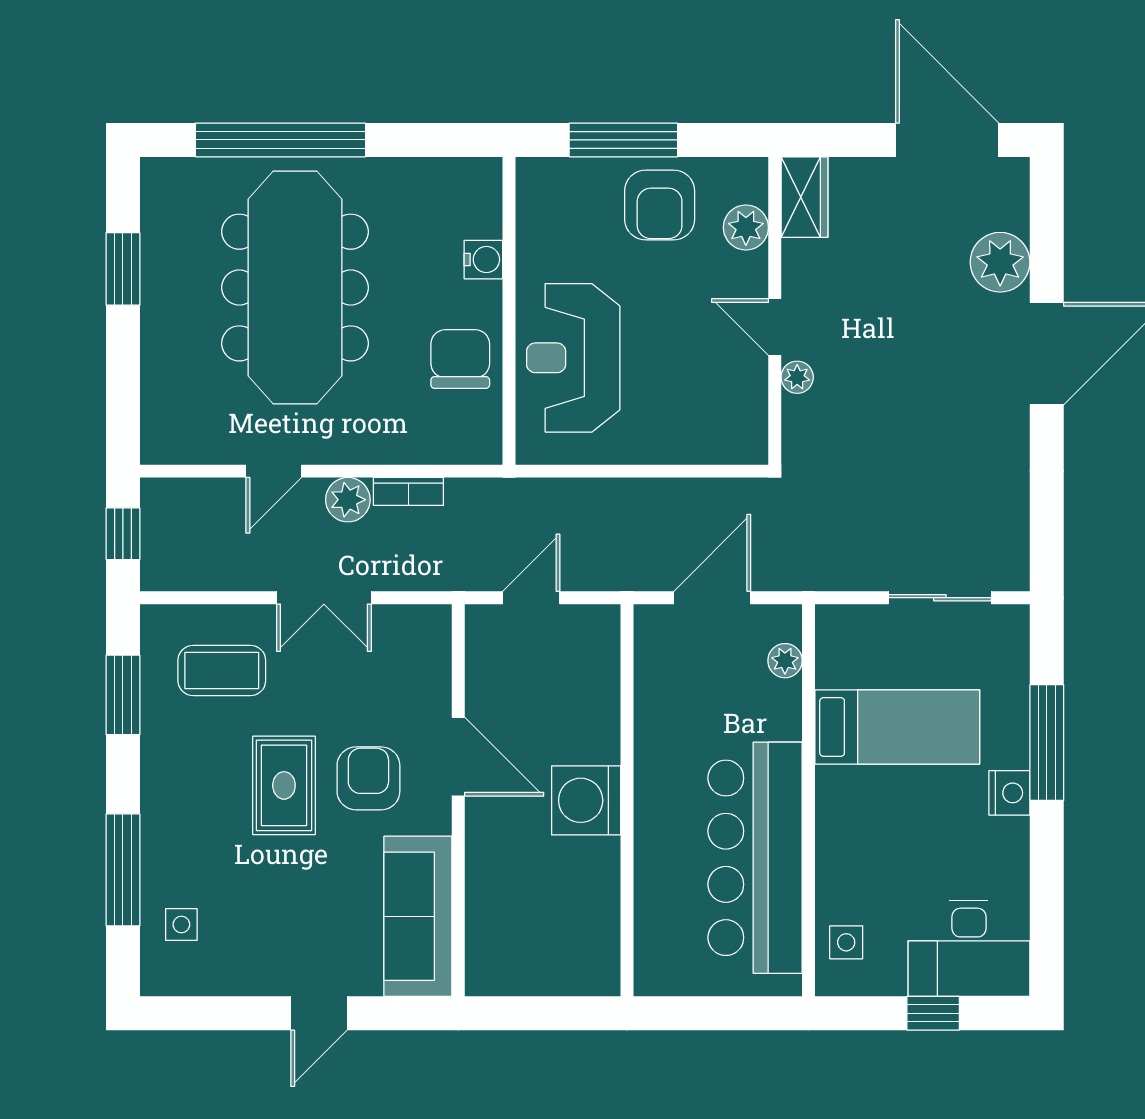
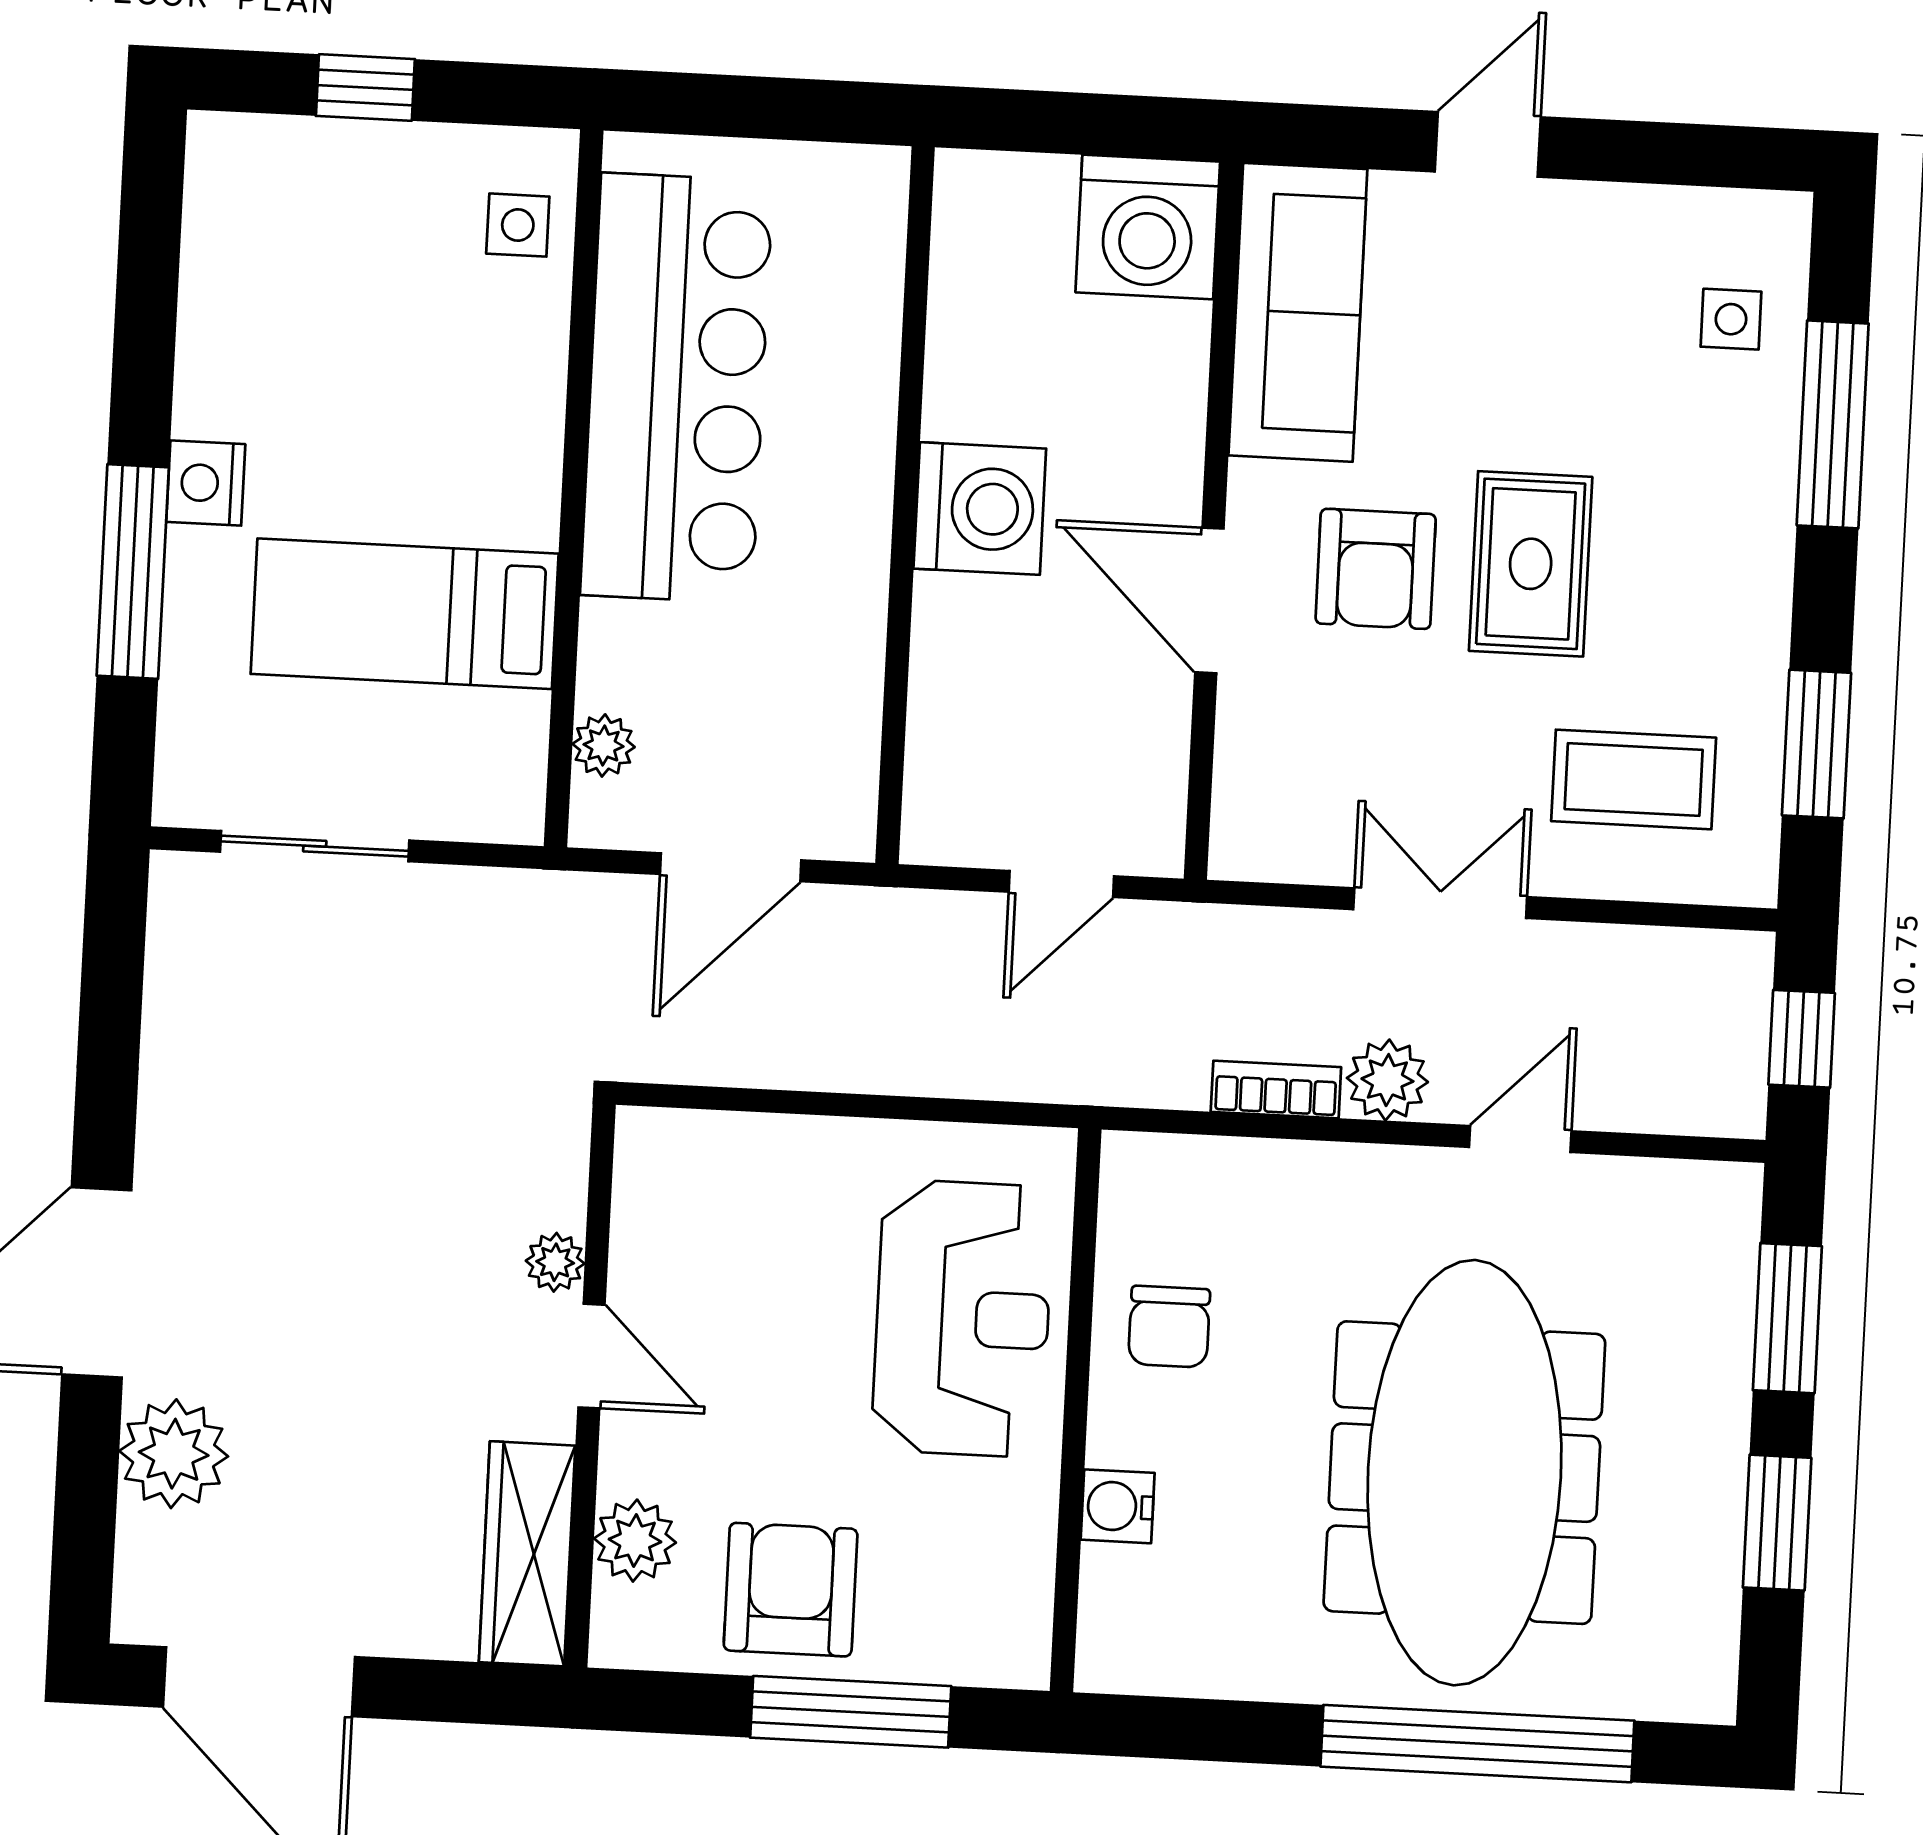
wardrobe: (804, 197) -> (527, 1554), width x1.50
chair: (460, 359) -> (1169, 1327), width x0.73, depth x0.73
window: (123, 381) -> (1787, 1318), added
desk: (969, 948) -> (294, 203), removed
washing machine: (502, 959) -> (1148, 227), added

